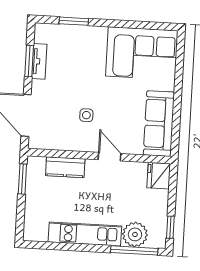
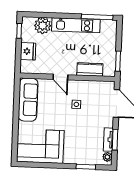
plant: (41, 35) -> (107, 157), added
fridge: (159, 176) -> (28, 51), moved
window: (134, 250) -> (97, 17), moved

